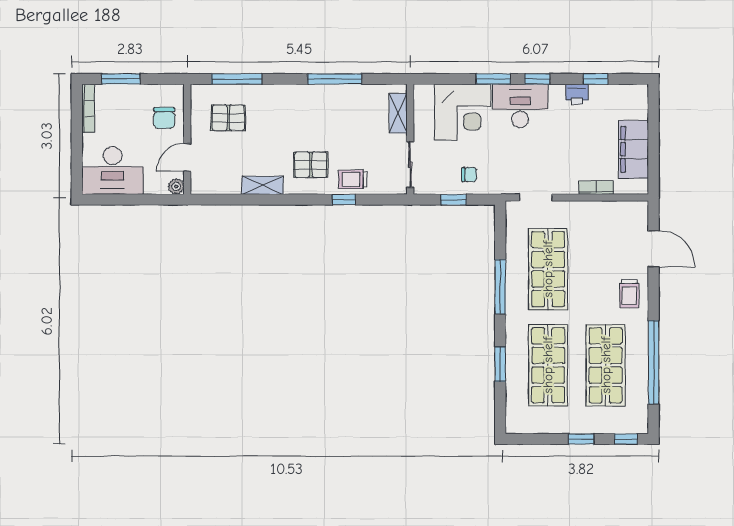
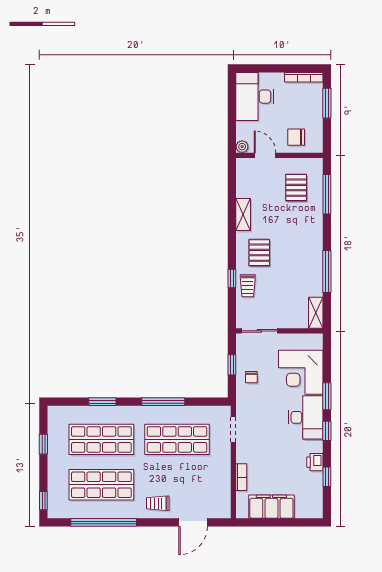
shelving: (398, 113) -> (316, 313), moved, turned 90
trolley: (353, 179) -> (248, 286), turned 180
window: (581, 439) -> (43, 444), moved

